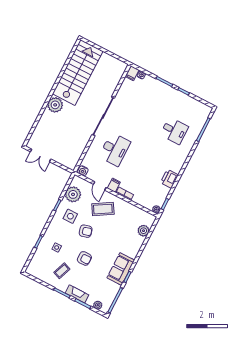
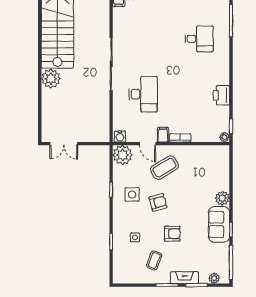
plant: (73, 194) -> (123, 155), moved
plant: (143, 231) -> (222, 198), moved

